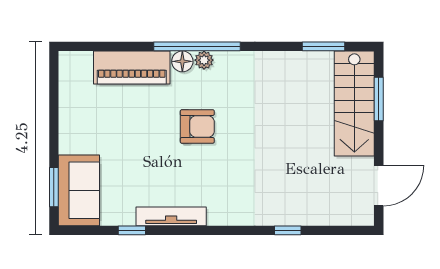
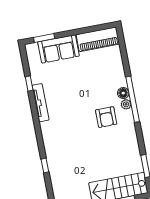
piano: (132, 67) -> (98, 39), moved, turned -90
armchair: (197, 126) -> (106, 117), moved
sofa: (79, 190) -> (59, 49), moved

